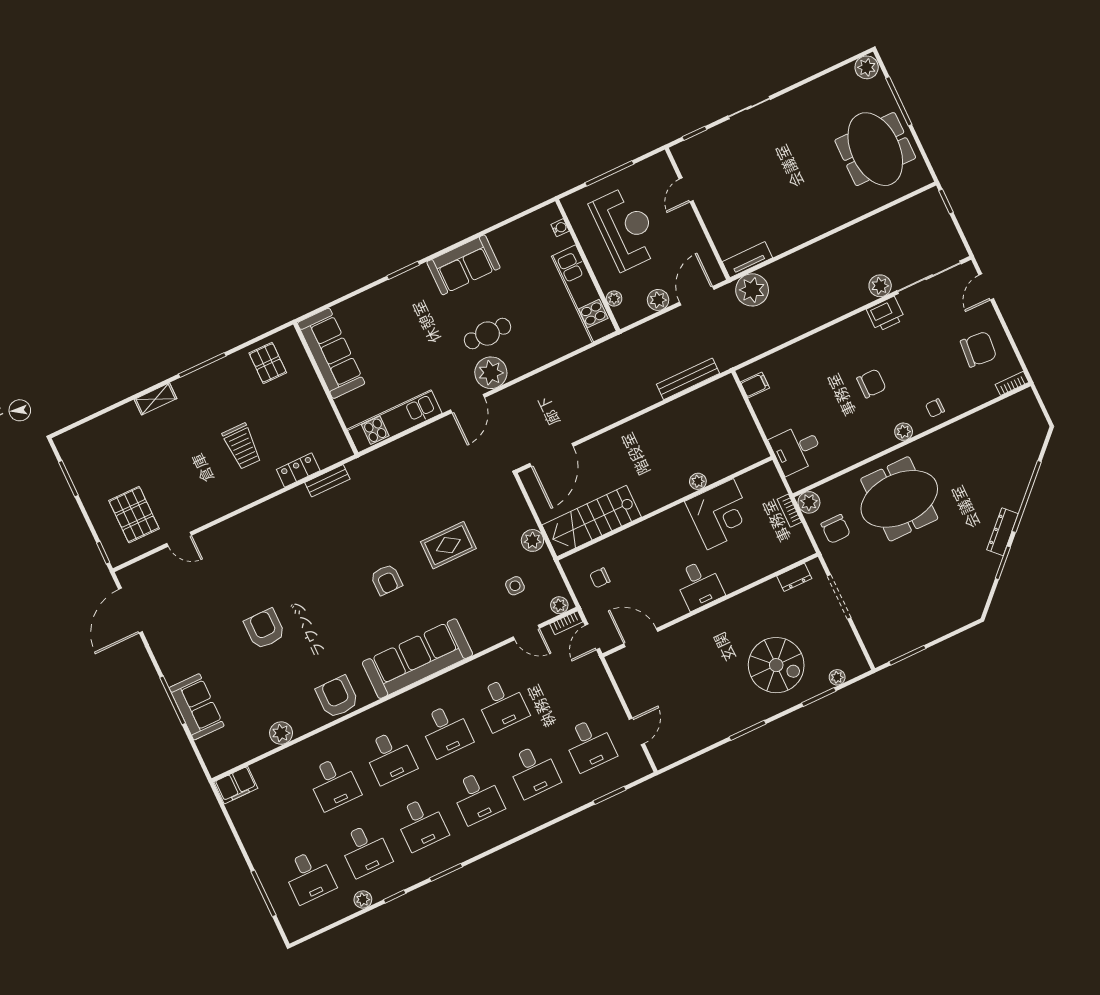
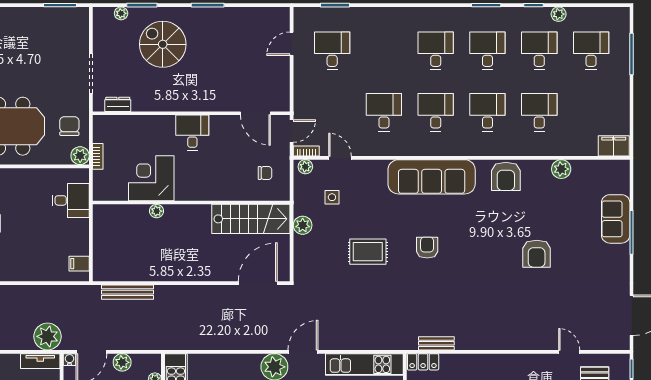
water cooler: (716, 276) -> (69, 360), added
locker: (298, 470) -> (423, 362), moved
desk: (533, 771) -> (384, 51), removed

